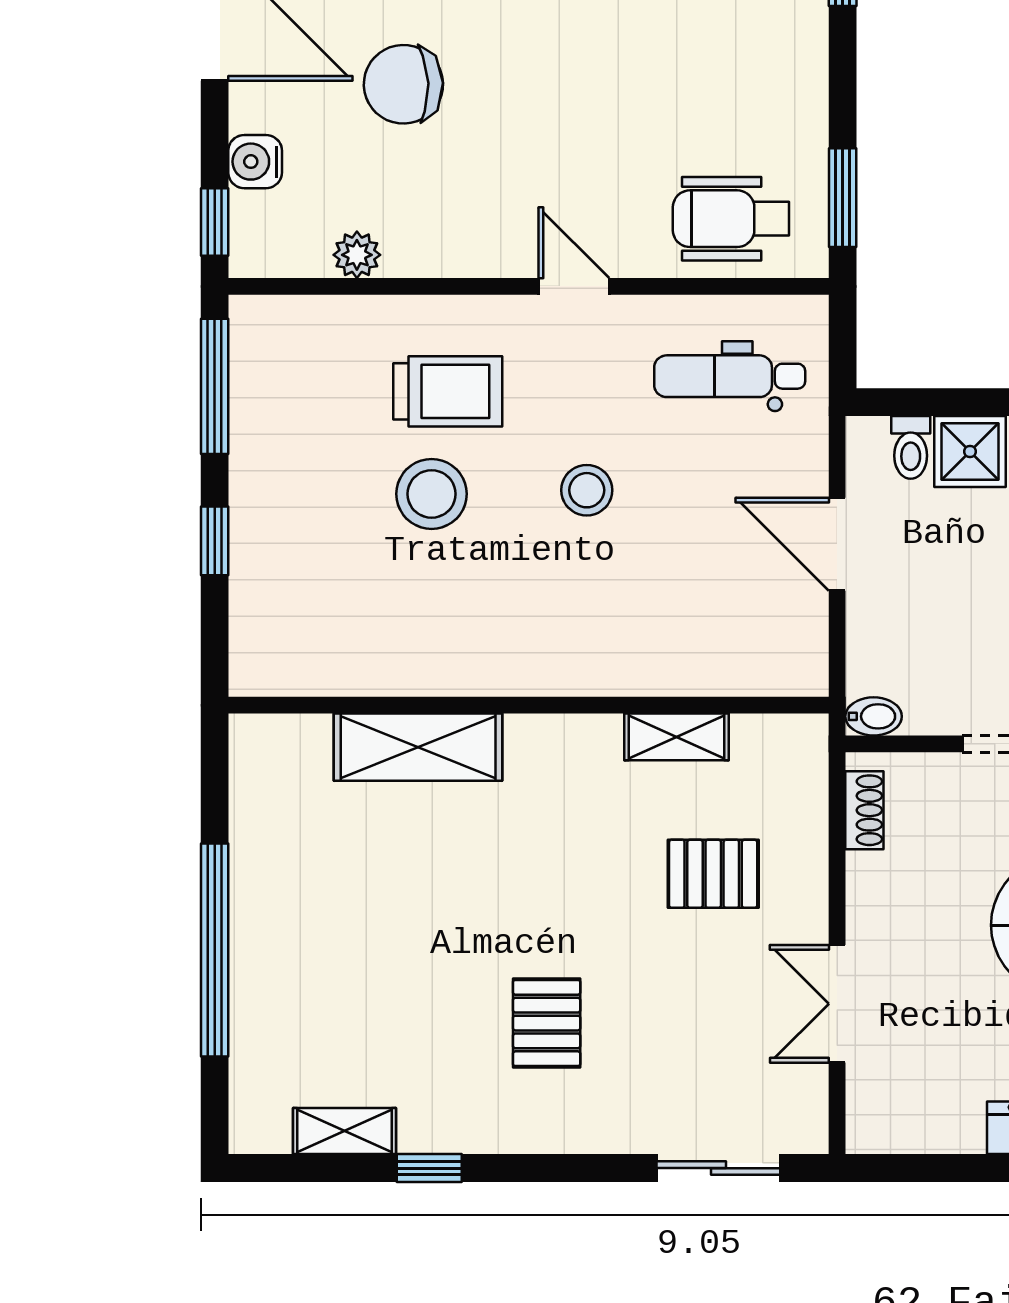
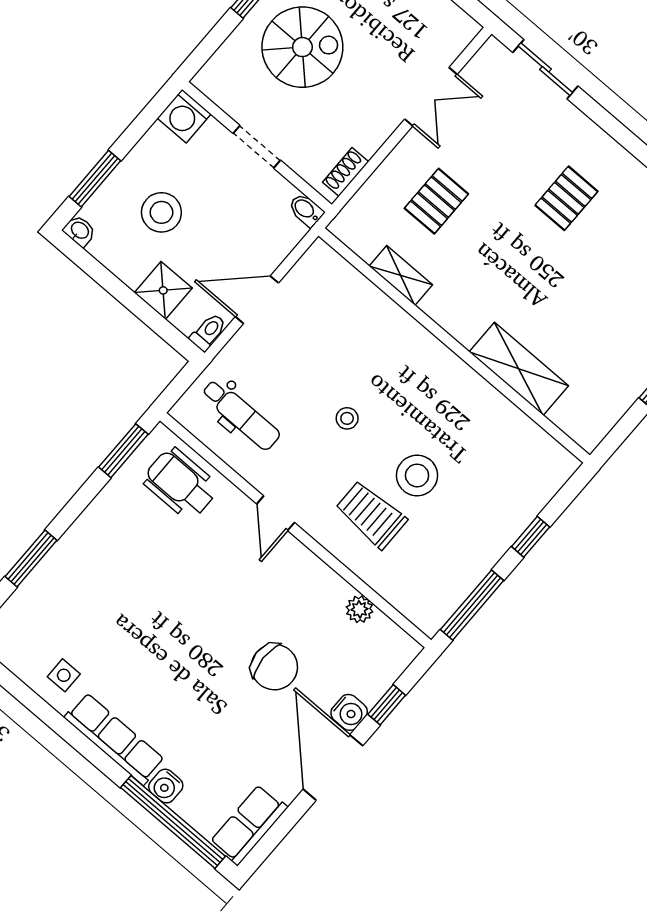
water cooler: (255, 162) -> (349, 712), moved
wheelchair: (731, 219) -> (181, 484), turned 180
window: (215, 222) -> (387, 705), moved
toilet: (911, 447) -> (208, 332), moved
stool: (587, 490) -> (347, 418), width x0.73, depth x0.73
door: (837, 544) -> (257, 300), swing flipped
pallet: (713, 874) -> (436, 201), turned 90

